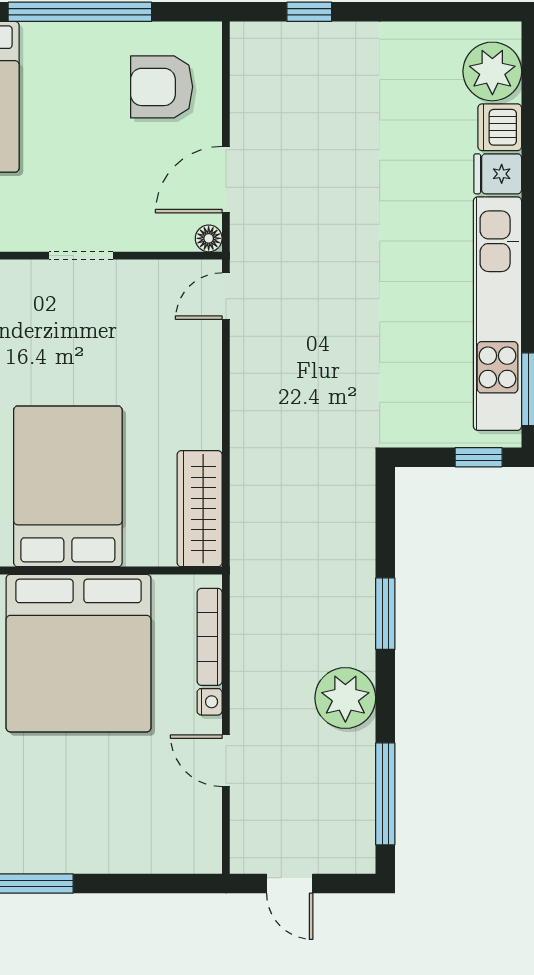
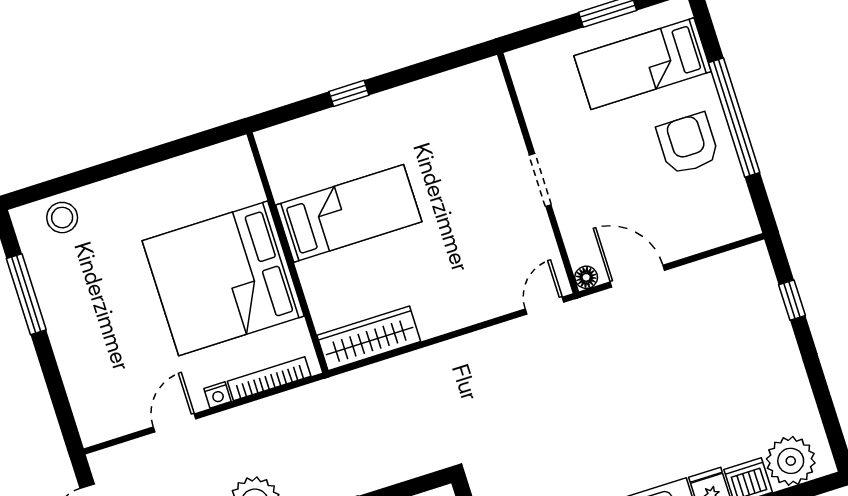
armchair: (162, 87) -> (688, 144), moved
door: (226, 296) -> (545, 306), hinge flipped
bed: (68, 486) -> (349, 213), width x0.67

